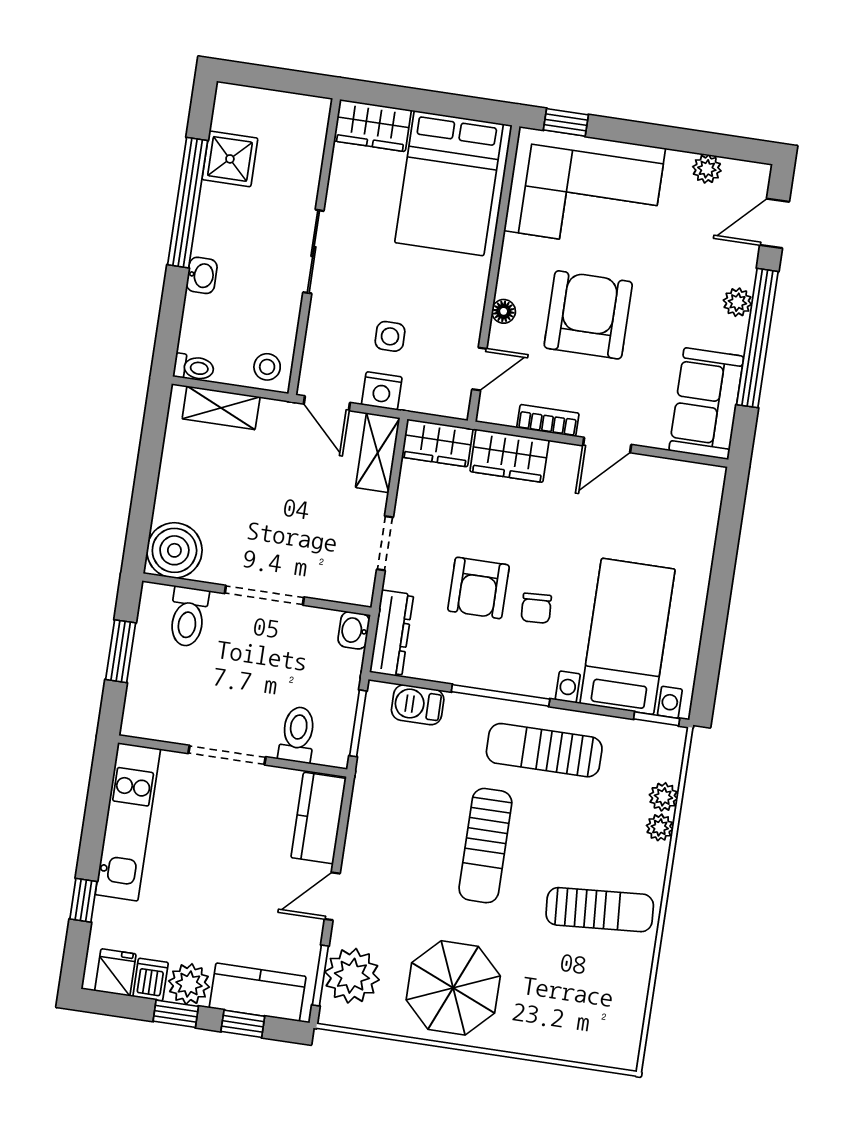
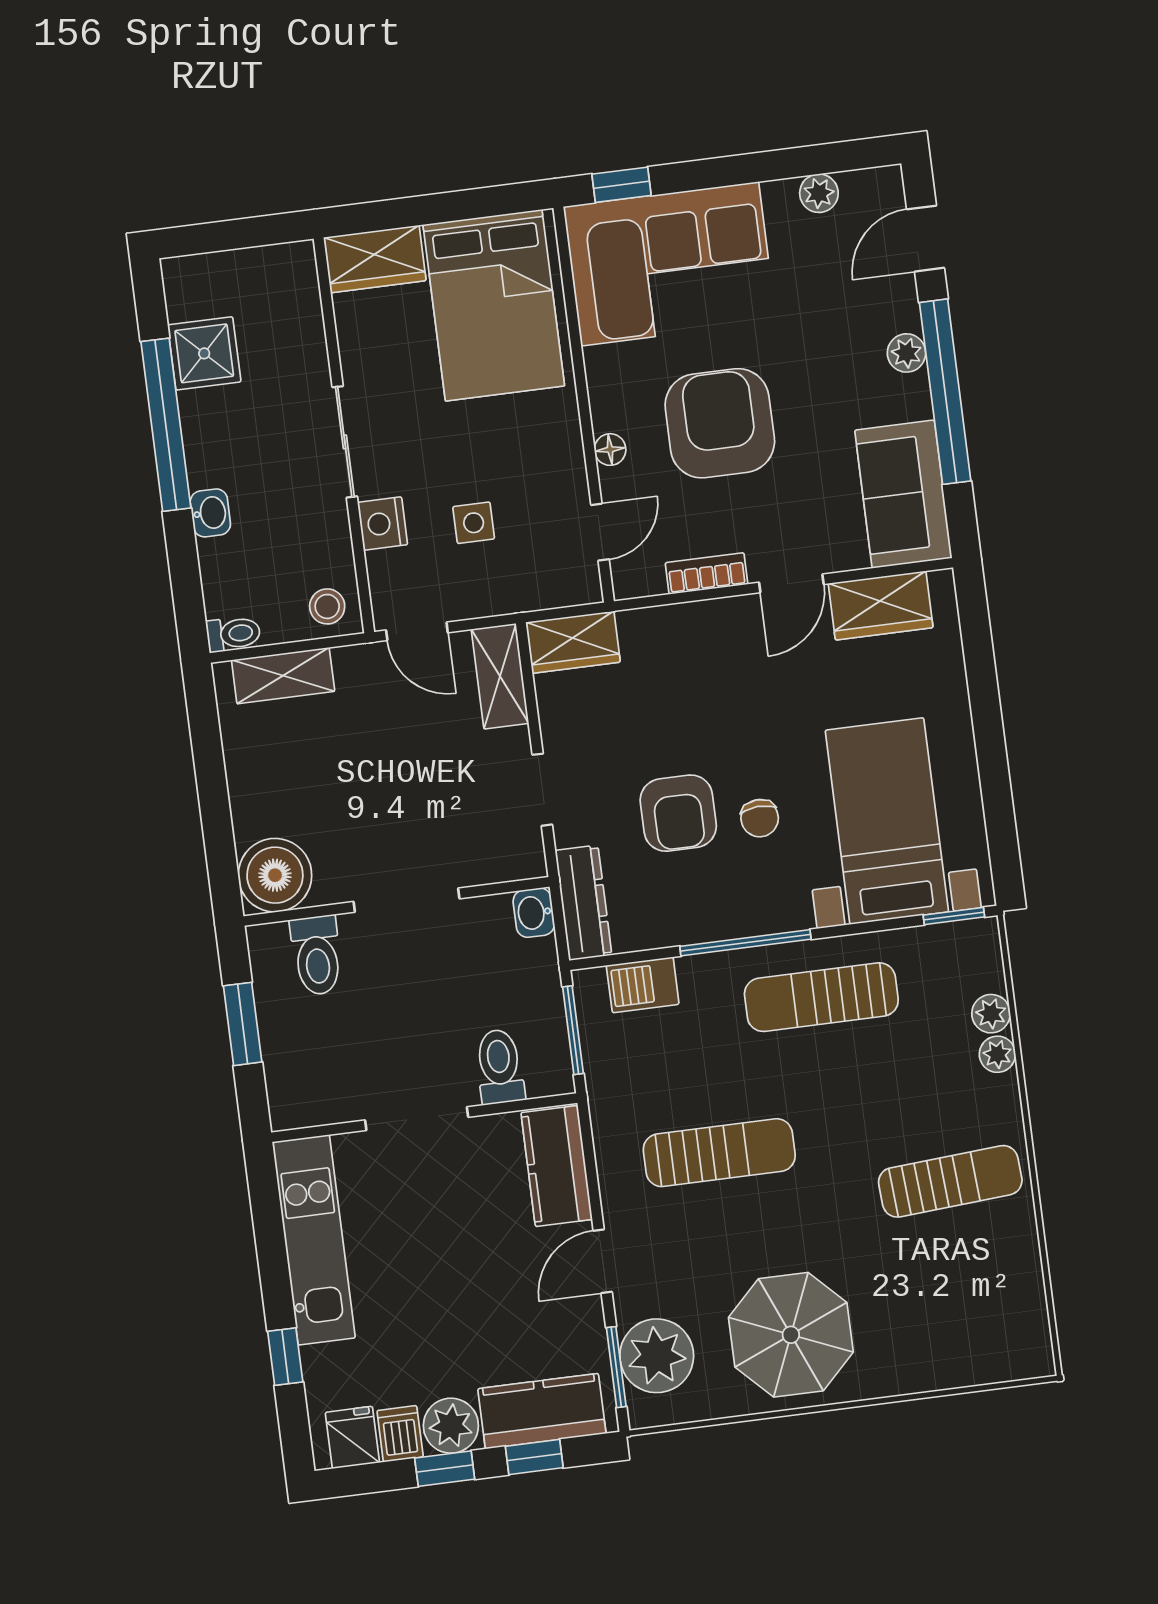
nightstand: (382, 391) -> (383, 524), moved, turned 90
wardrobe: (509, 456) -> (881, 606), moved
sun lounger: (485, 846) -> (719, 1153), moved, turned -90

